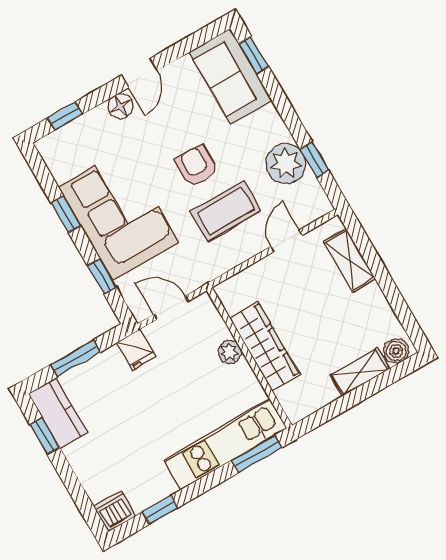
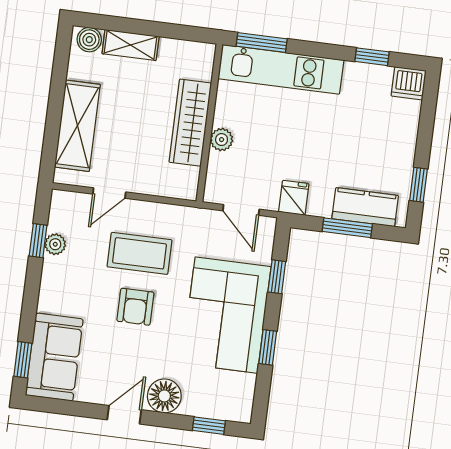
floor lamp: (120, 106) -> (164, 396), width x1.38, depth x1.38
plant: (286, 164) -> (55, 244), width x0.53, depth x0.53
shelving: (349, 260) -> (77, 126), width x1.50, depth x1.33
kitchen counter: (58, 413) -> (365, 207), moved, turned 90

